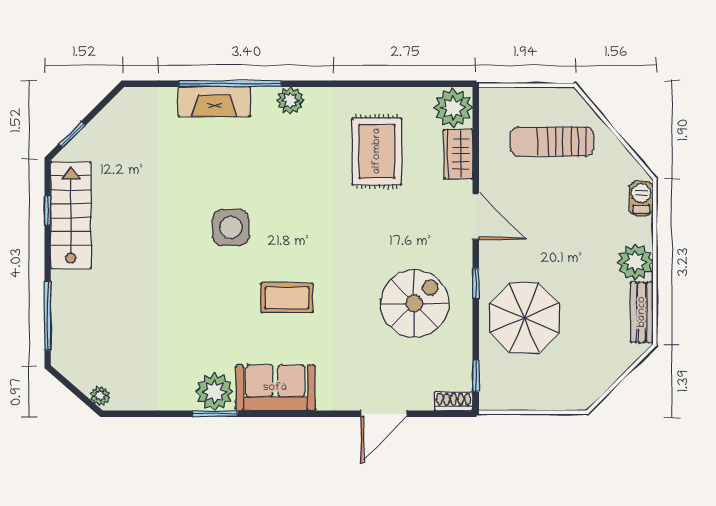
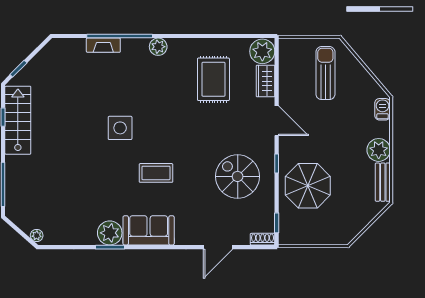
fireplace: (214, 102) -> (103, 45), width x0.73, depth x0.76
sun lounger: (552, 142) -> (325, 73), turned 90
spiral stairs: (414, 303) -> (238, 176), turned -90

